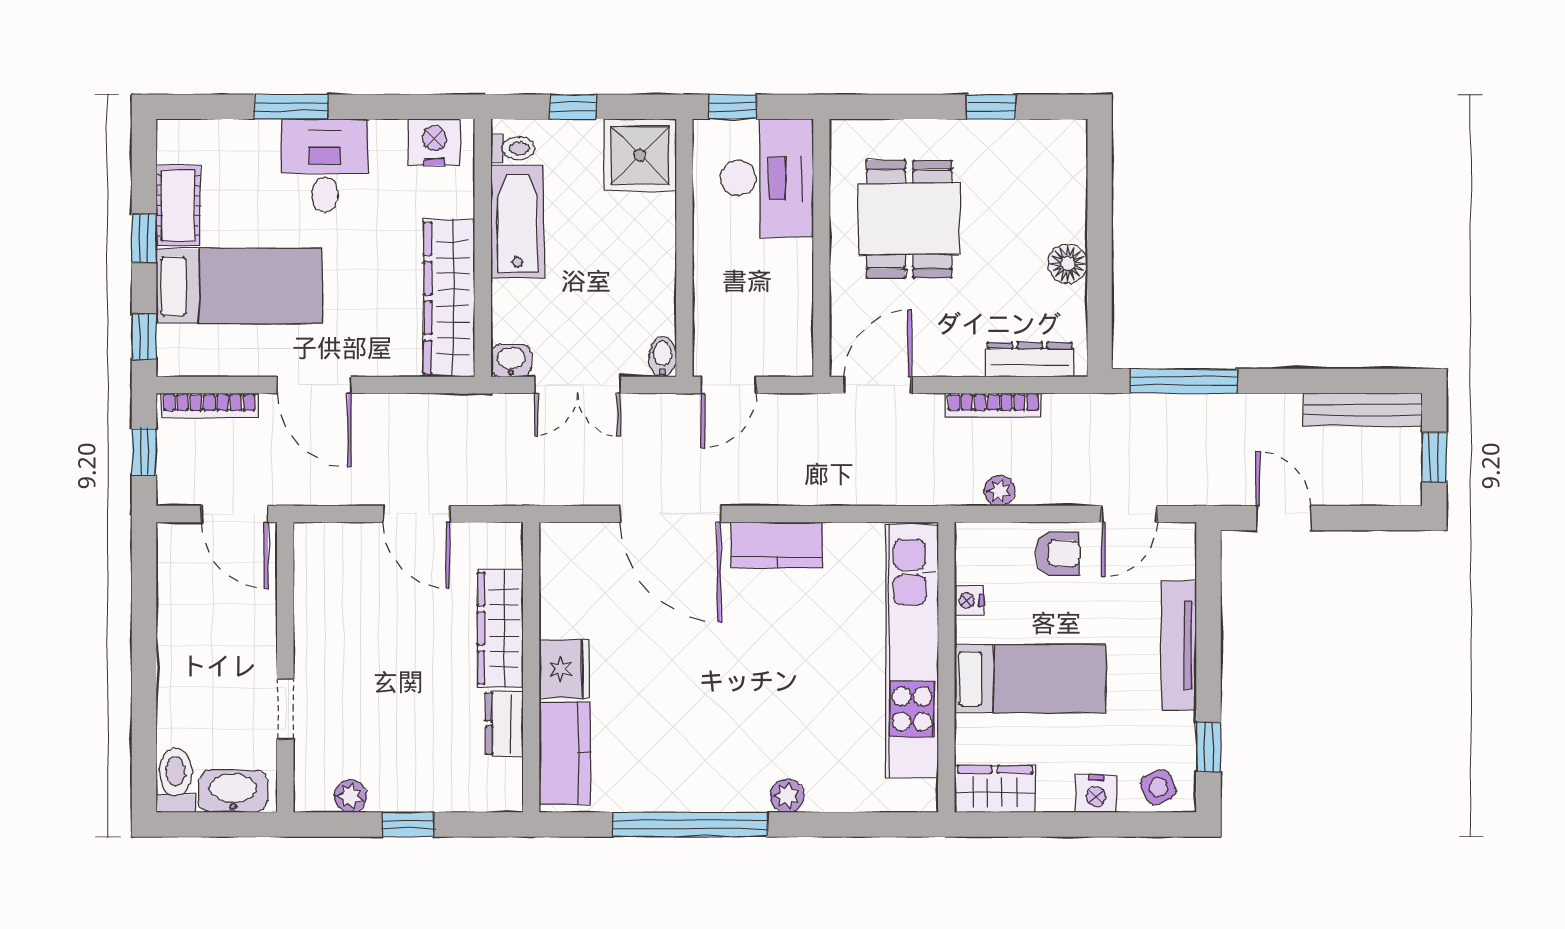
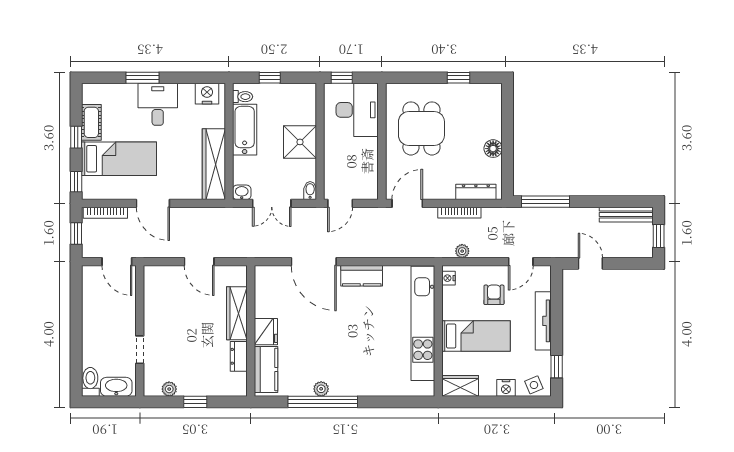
shower: (640, 155) -> (300, 142), moved
armchair: (1058, 553) -> (494, 295), moved, turned -90
nightstand: (969, 600) -> (448, 278), moved
plant: (787, 796) -> (321, 389), moved

